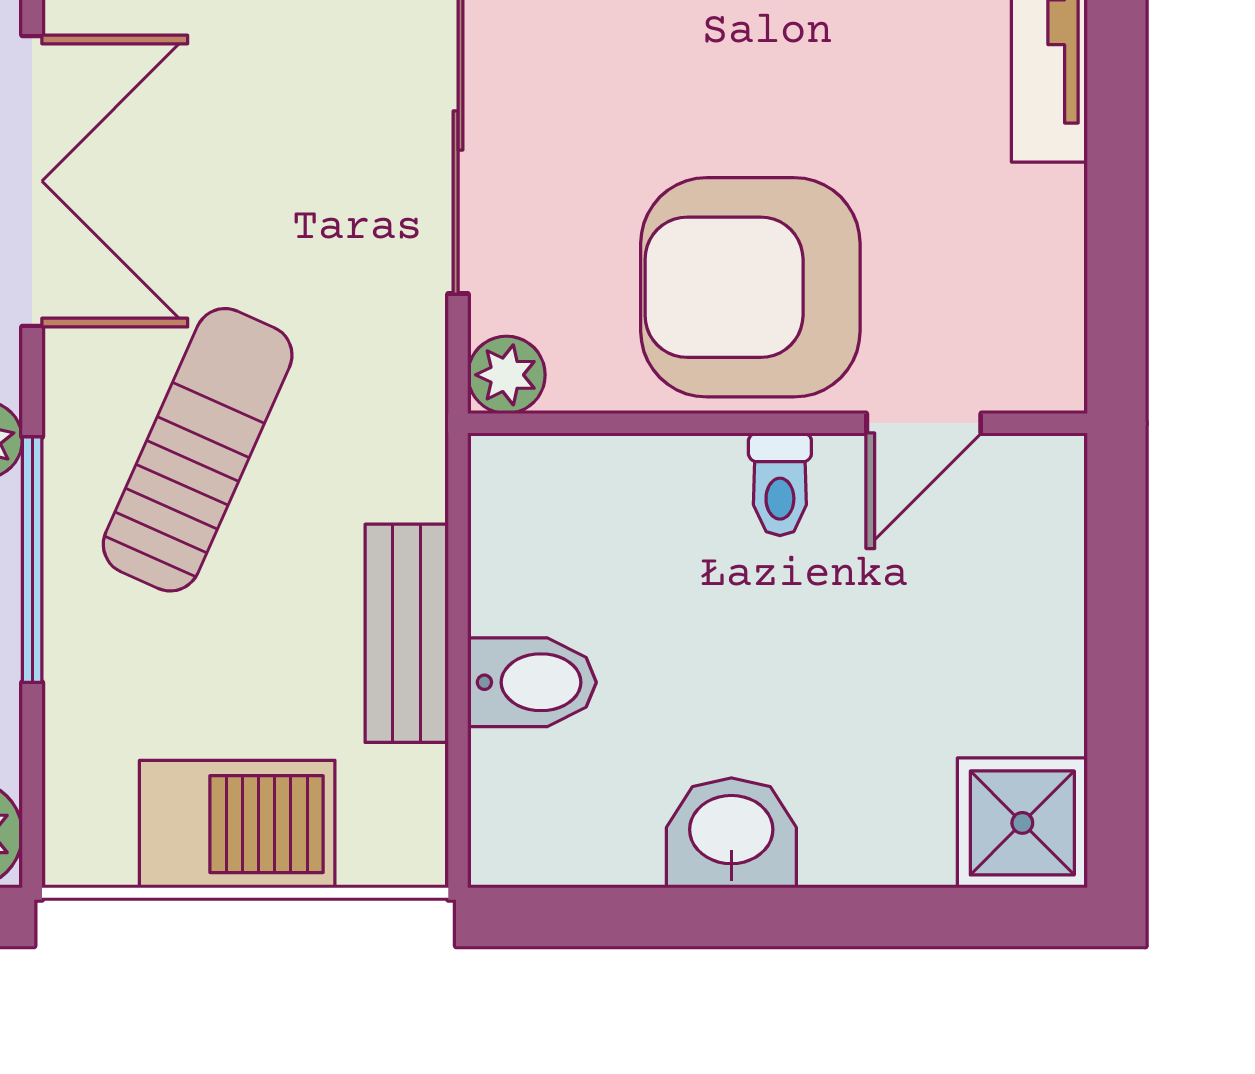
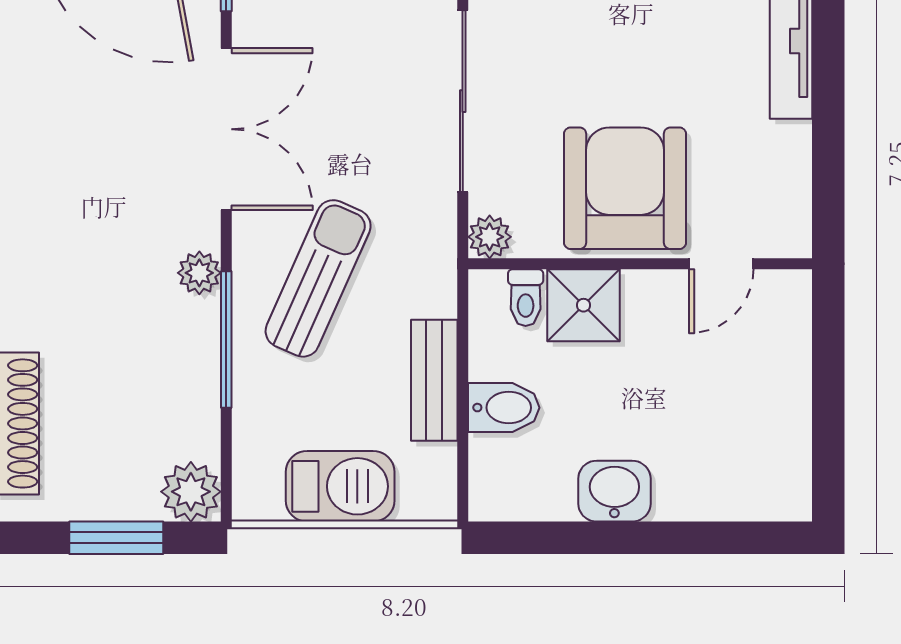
armchair: (750, 287) -> (625, 188), turned 90
toilet: (780, 484) -> (526, 298), moved
shower: (1022, 823) -> (584, 305), moved

